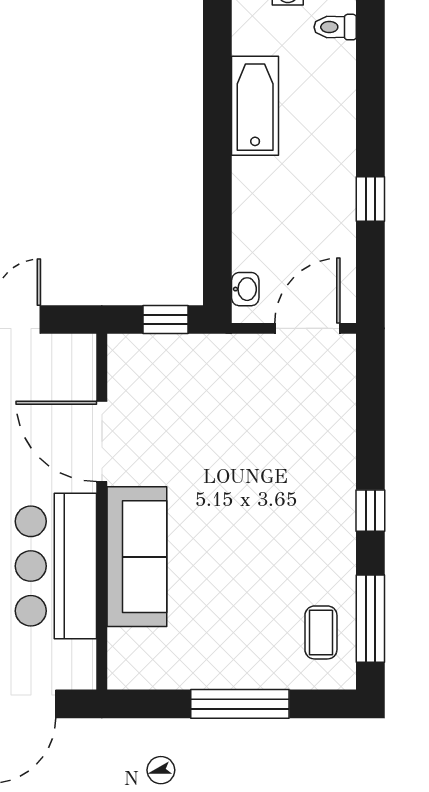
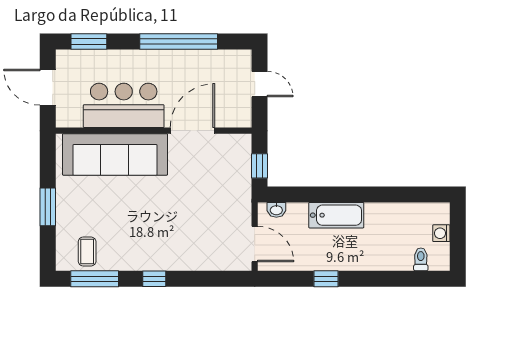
bathtub: (255, 106) -> (336, 215), moved
sofa: (137, 557) -> (115, 154), width x1.36, depth x1.27
coffee table: (321, 632) -> (87, 251), turned 90
window: (240, 704) -> (48, 207), width x0.69

